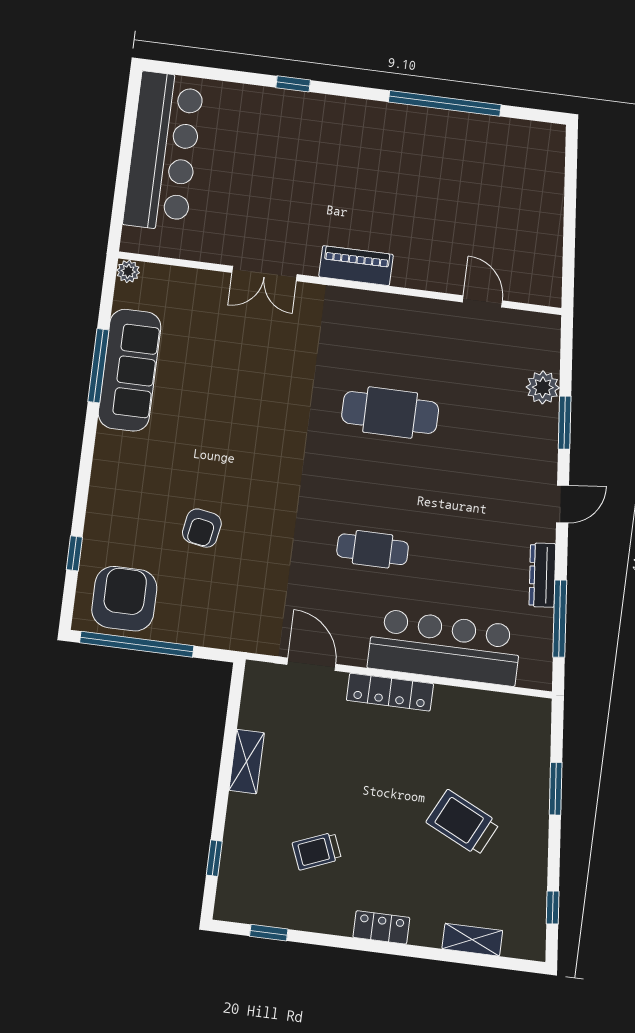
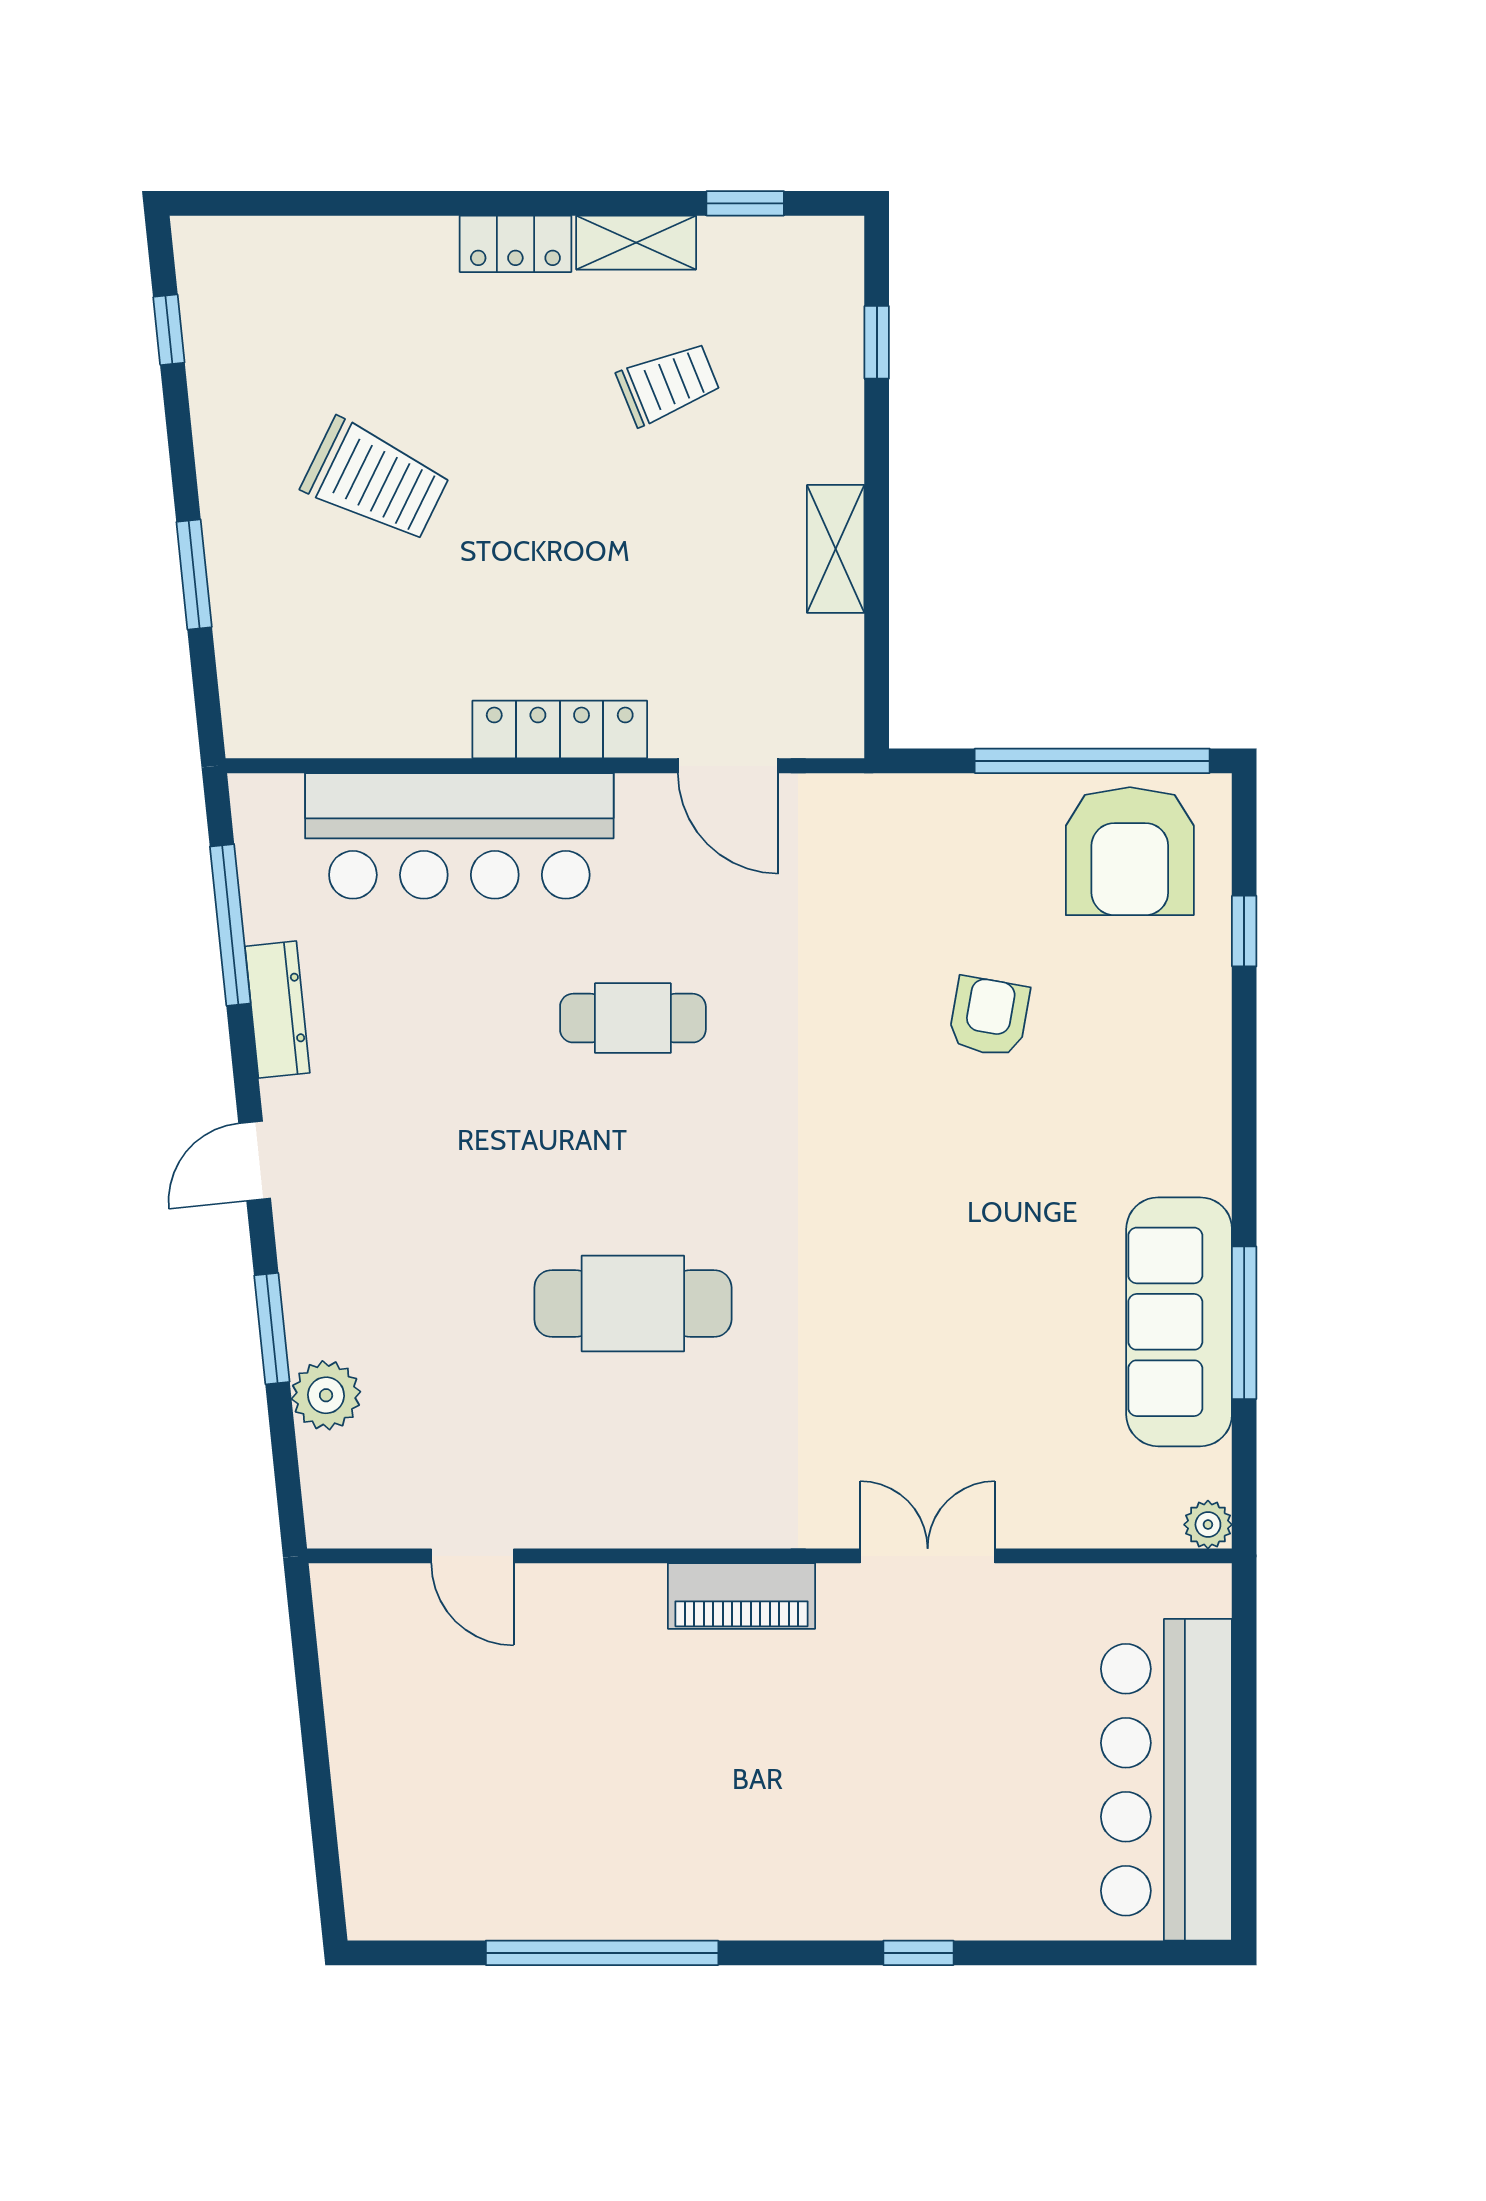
shelving: (472, 940) -> (636, 243), moved

